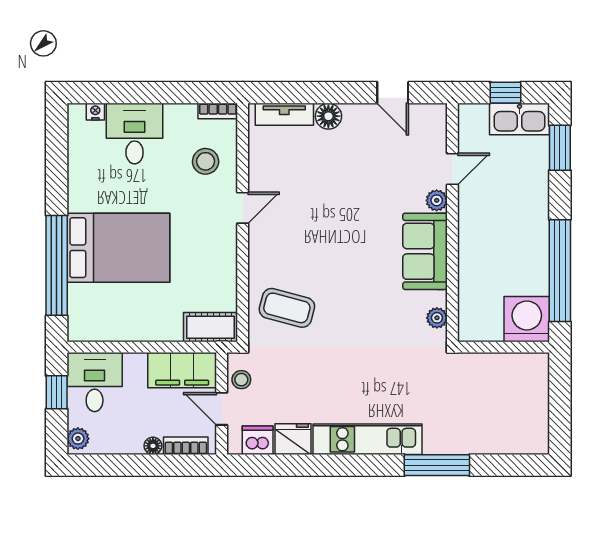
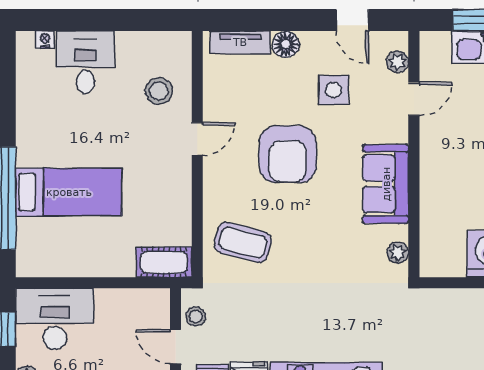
bookcase: (218, 111) -> (172, 39), removed
side table: (375, 160) -> (334, 90), added
plant: (437, 200) -> (398, 62), moved
armchair: (330, 223) -> (288, 154), added
bed: (118, 248) -> (69, 192), width x0.67
filing cabinet: (182, 370) -> (135, 307), removed
desk: (95, 382) -> (55, 319), width x1.37

